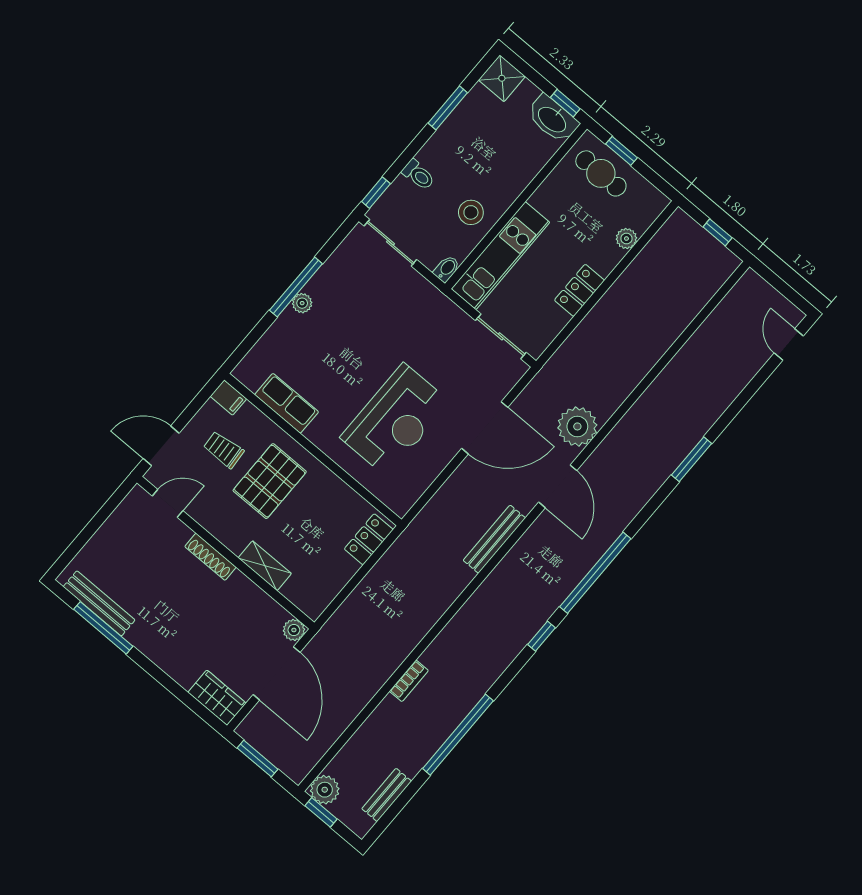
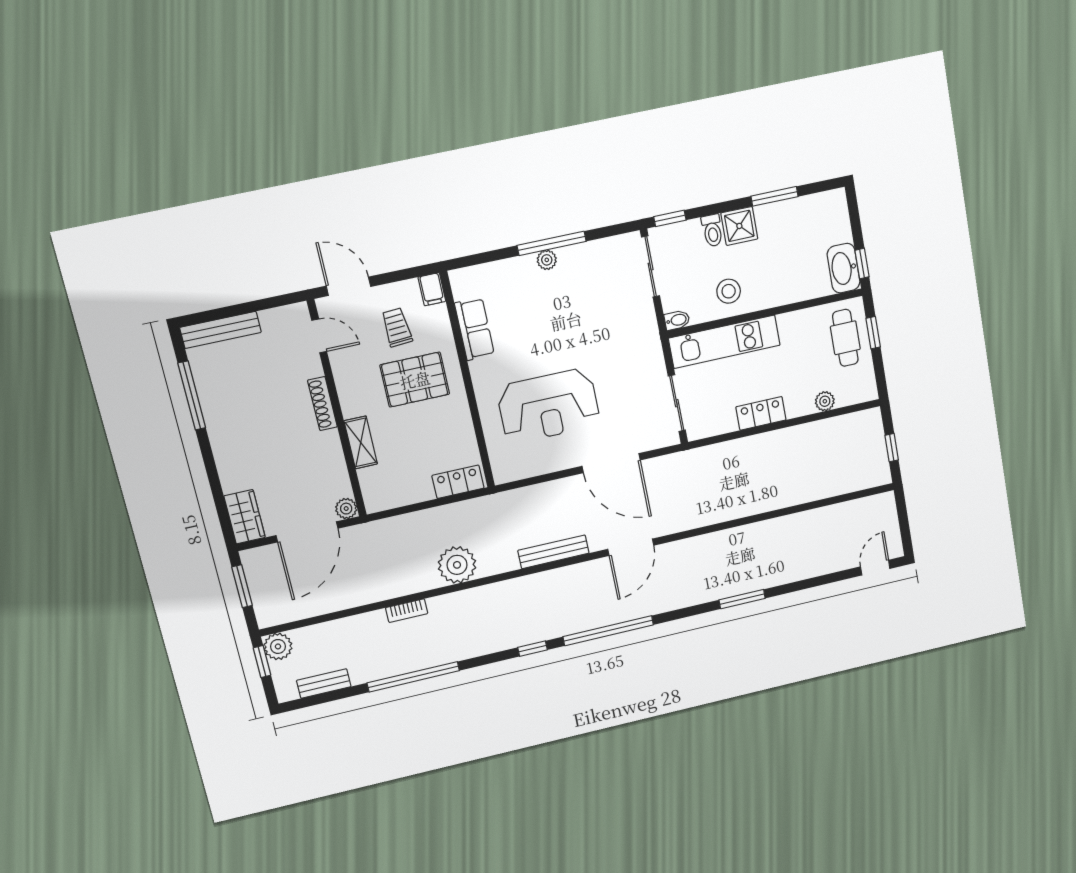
shower: (502, 78) -> (739, 226), moved
plant: (577, 426) -> (457, 565), moved
bench: (99, 603) -> (220, 330), moved, turned 90

